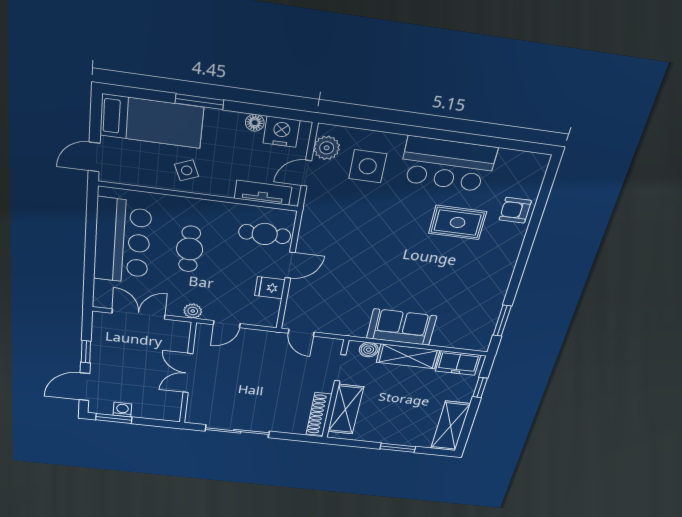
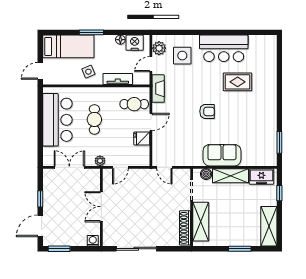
tv unit: (263, 193) -> (118, 79), moved
armchair: (515, 210) -> (207, 111), moved, turned 180
fireplace: (312, 215) -> (158, 89), added
washing machine: (122, 410) -> (93, 241), moved

